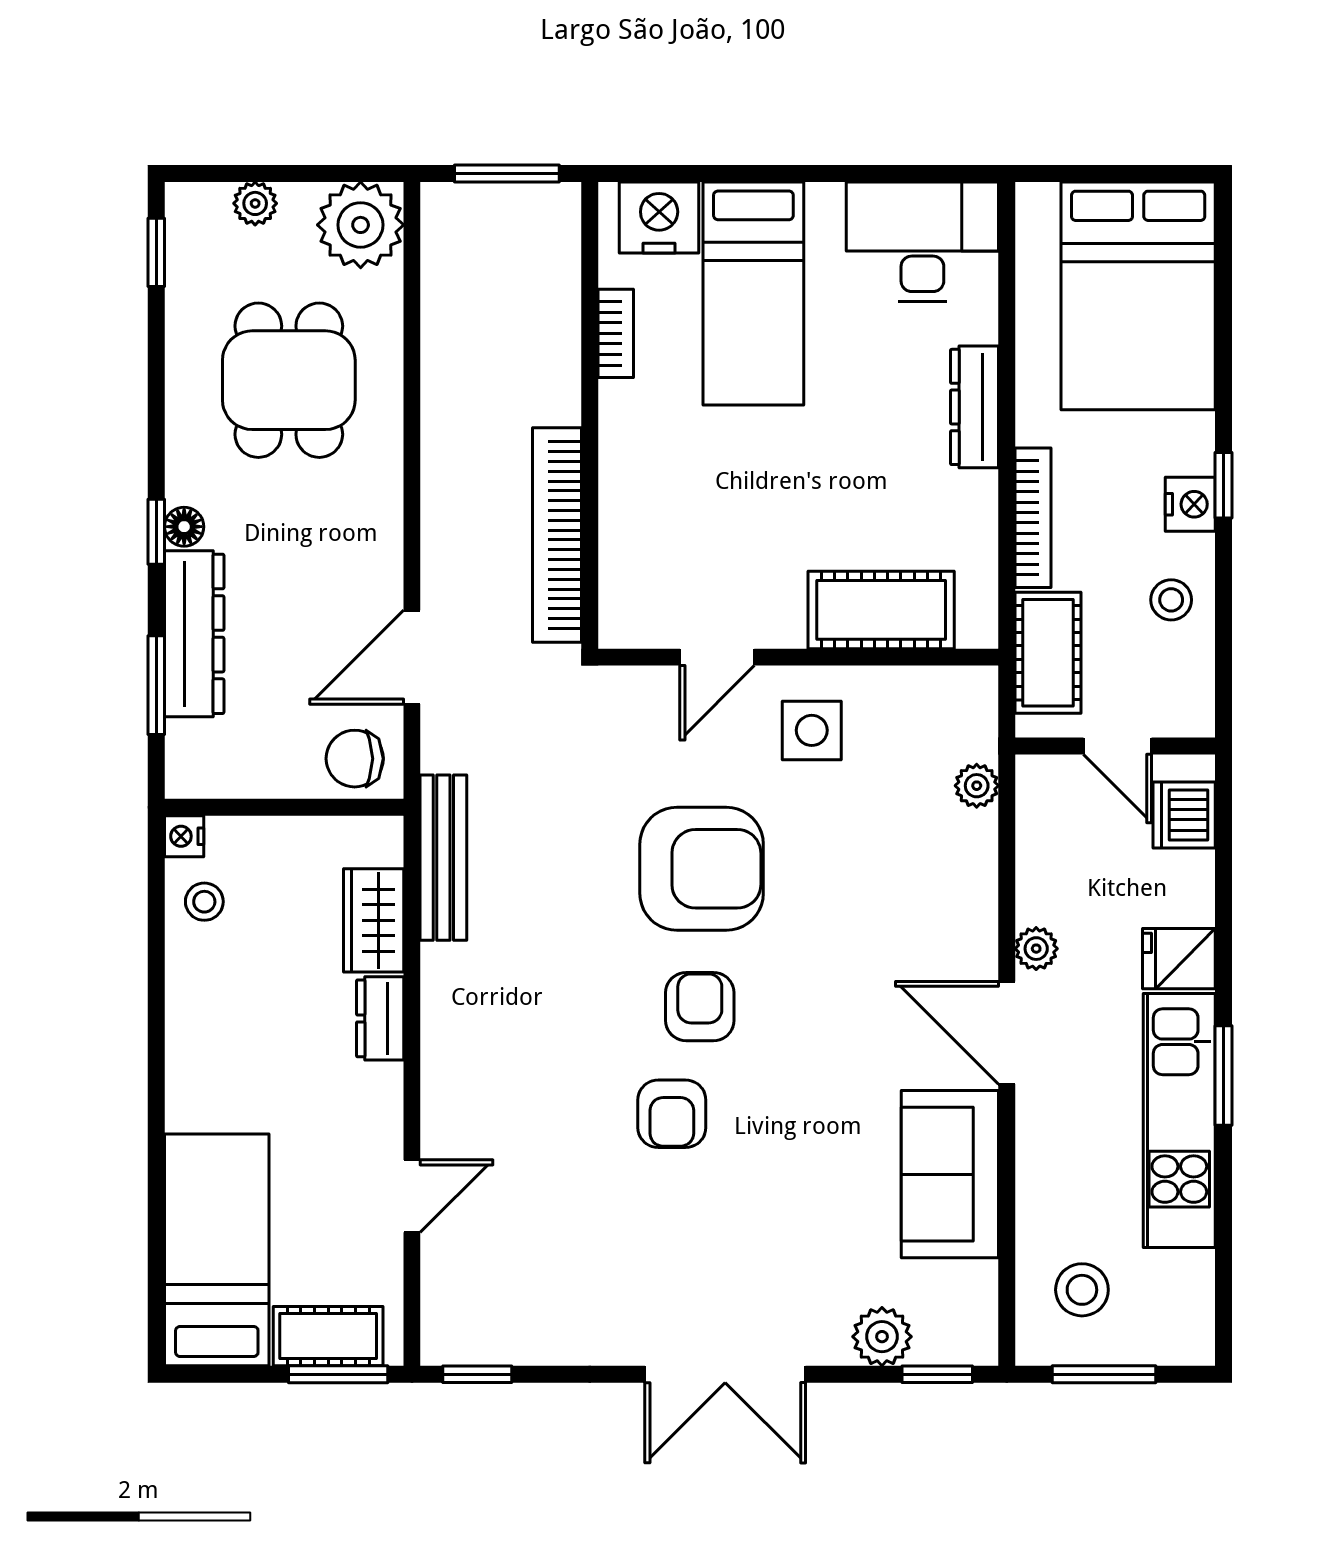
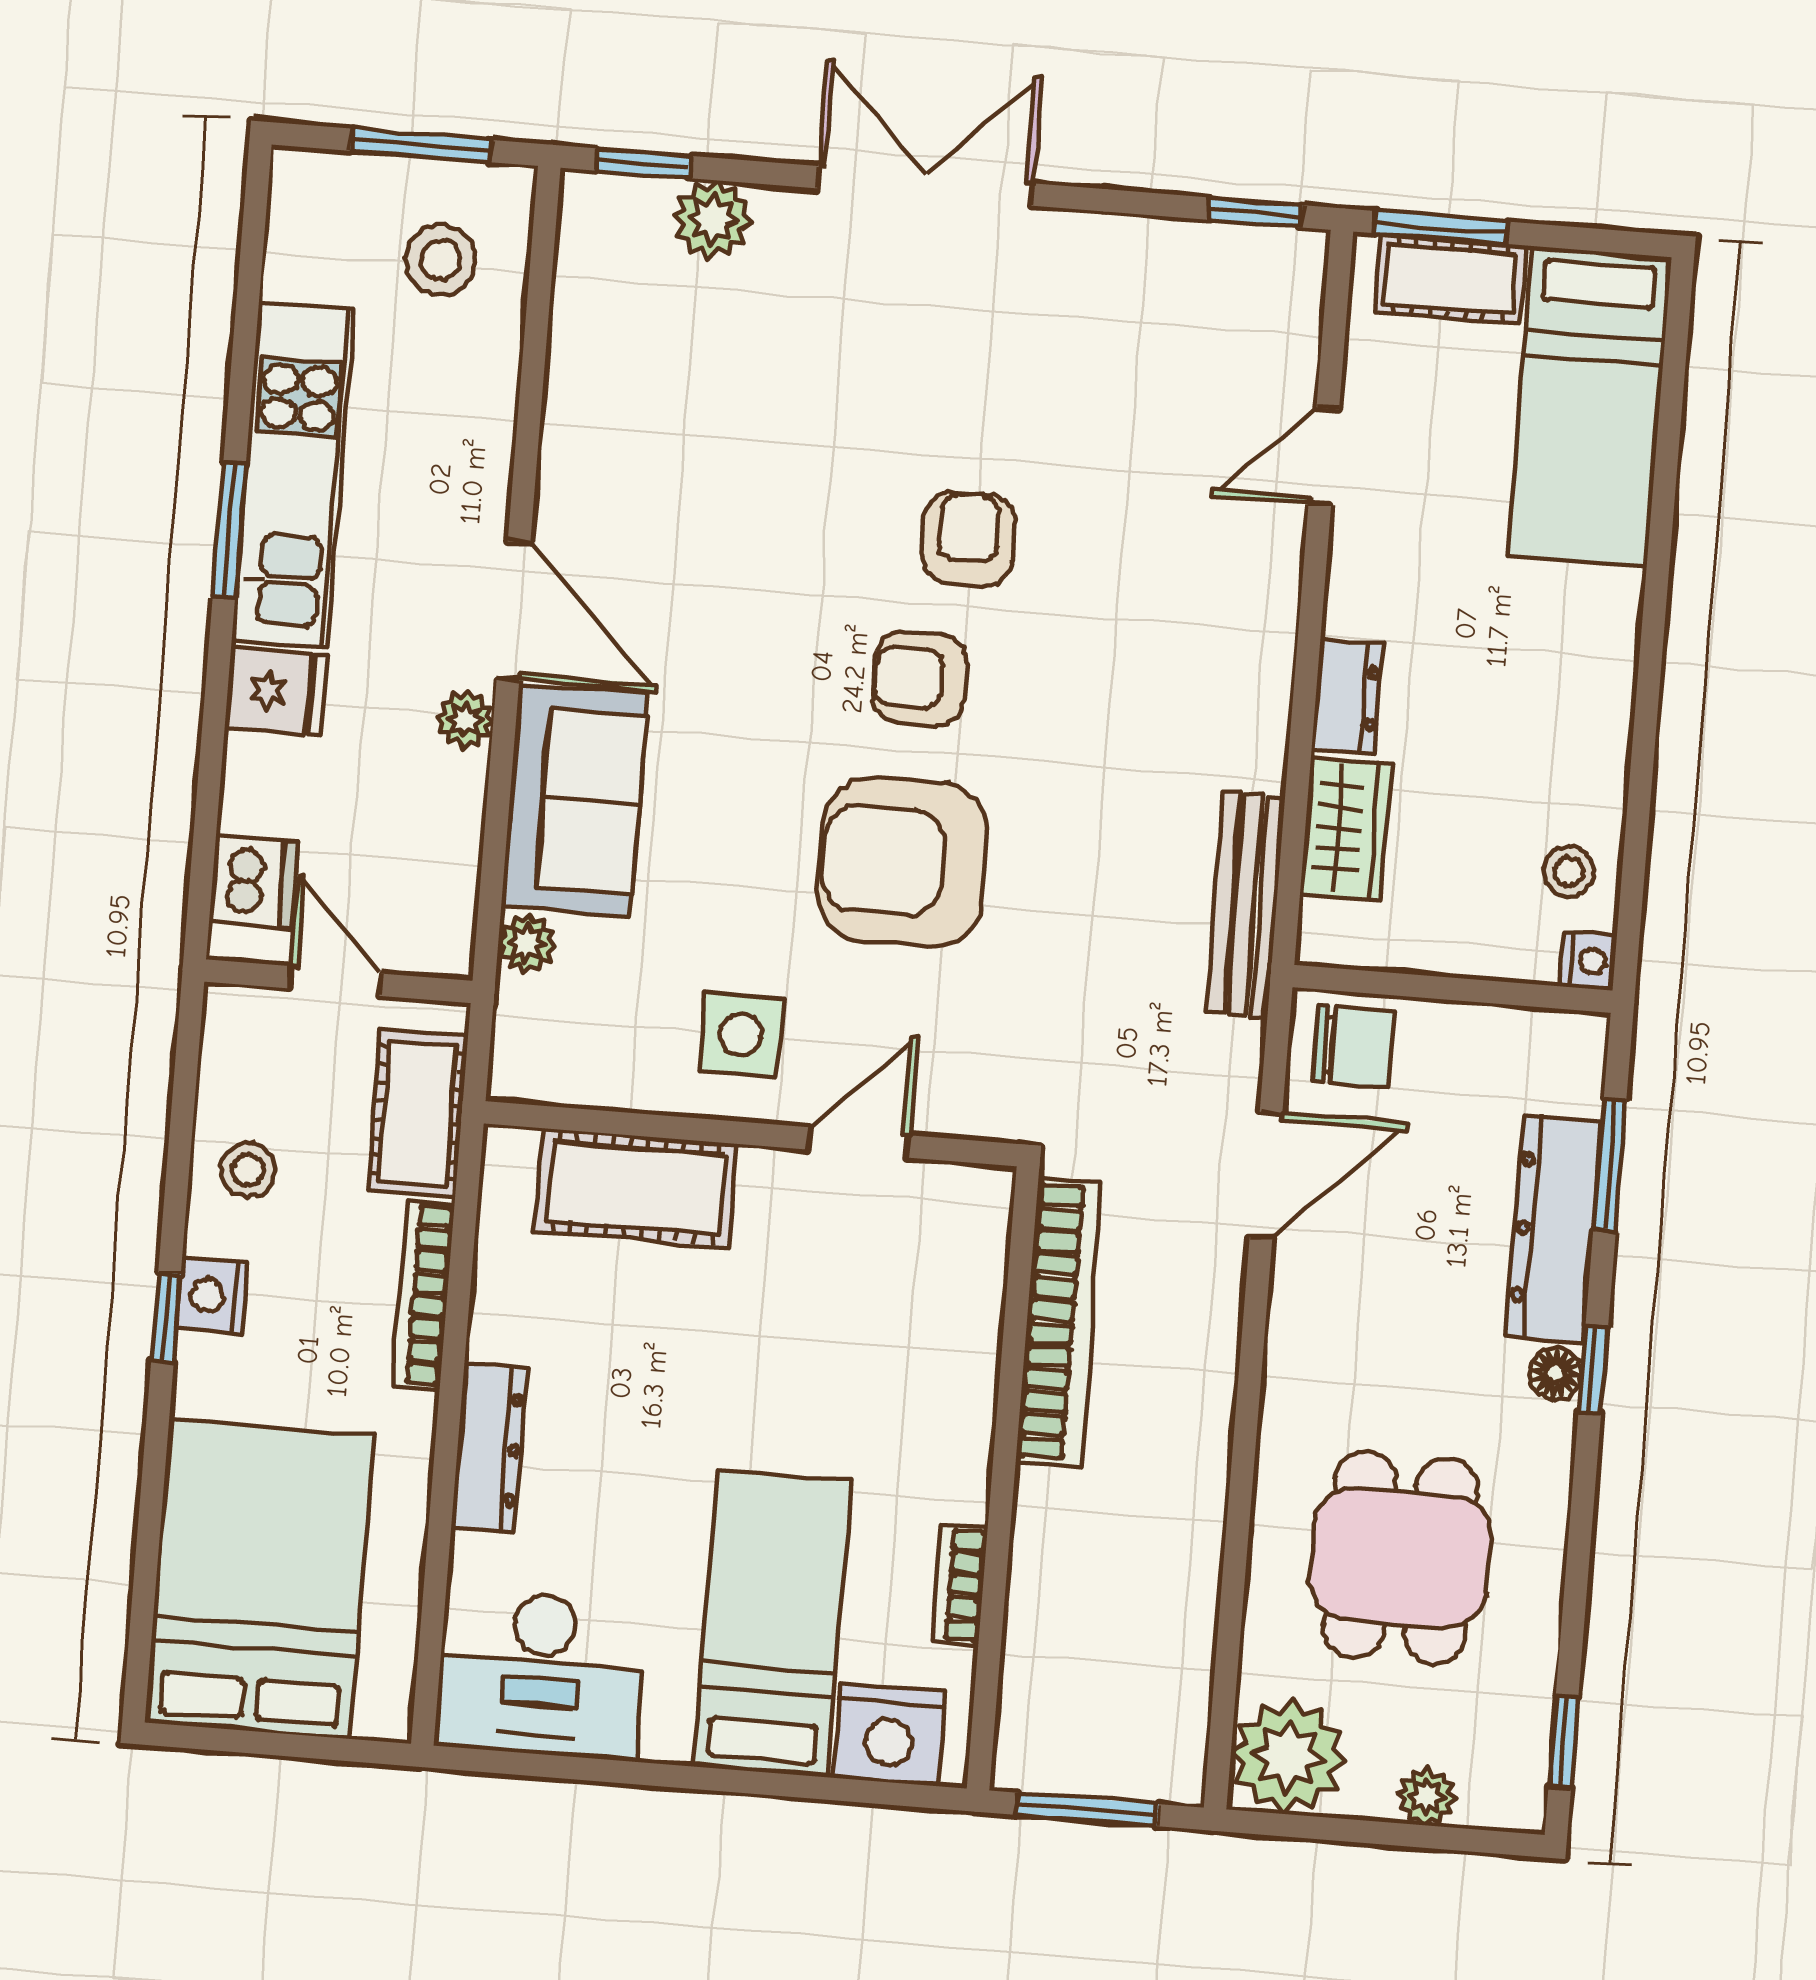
armchair: (700, 1007) -> (920, 679), turned 90
sofa: (950, 1174) -> (575, 800), moved

